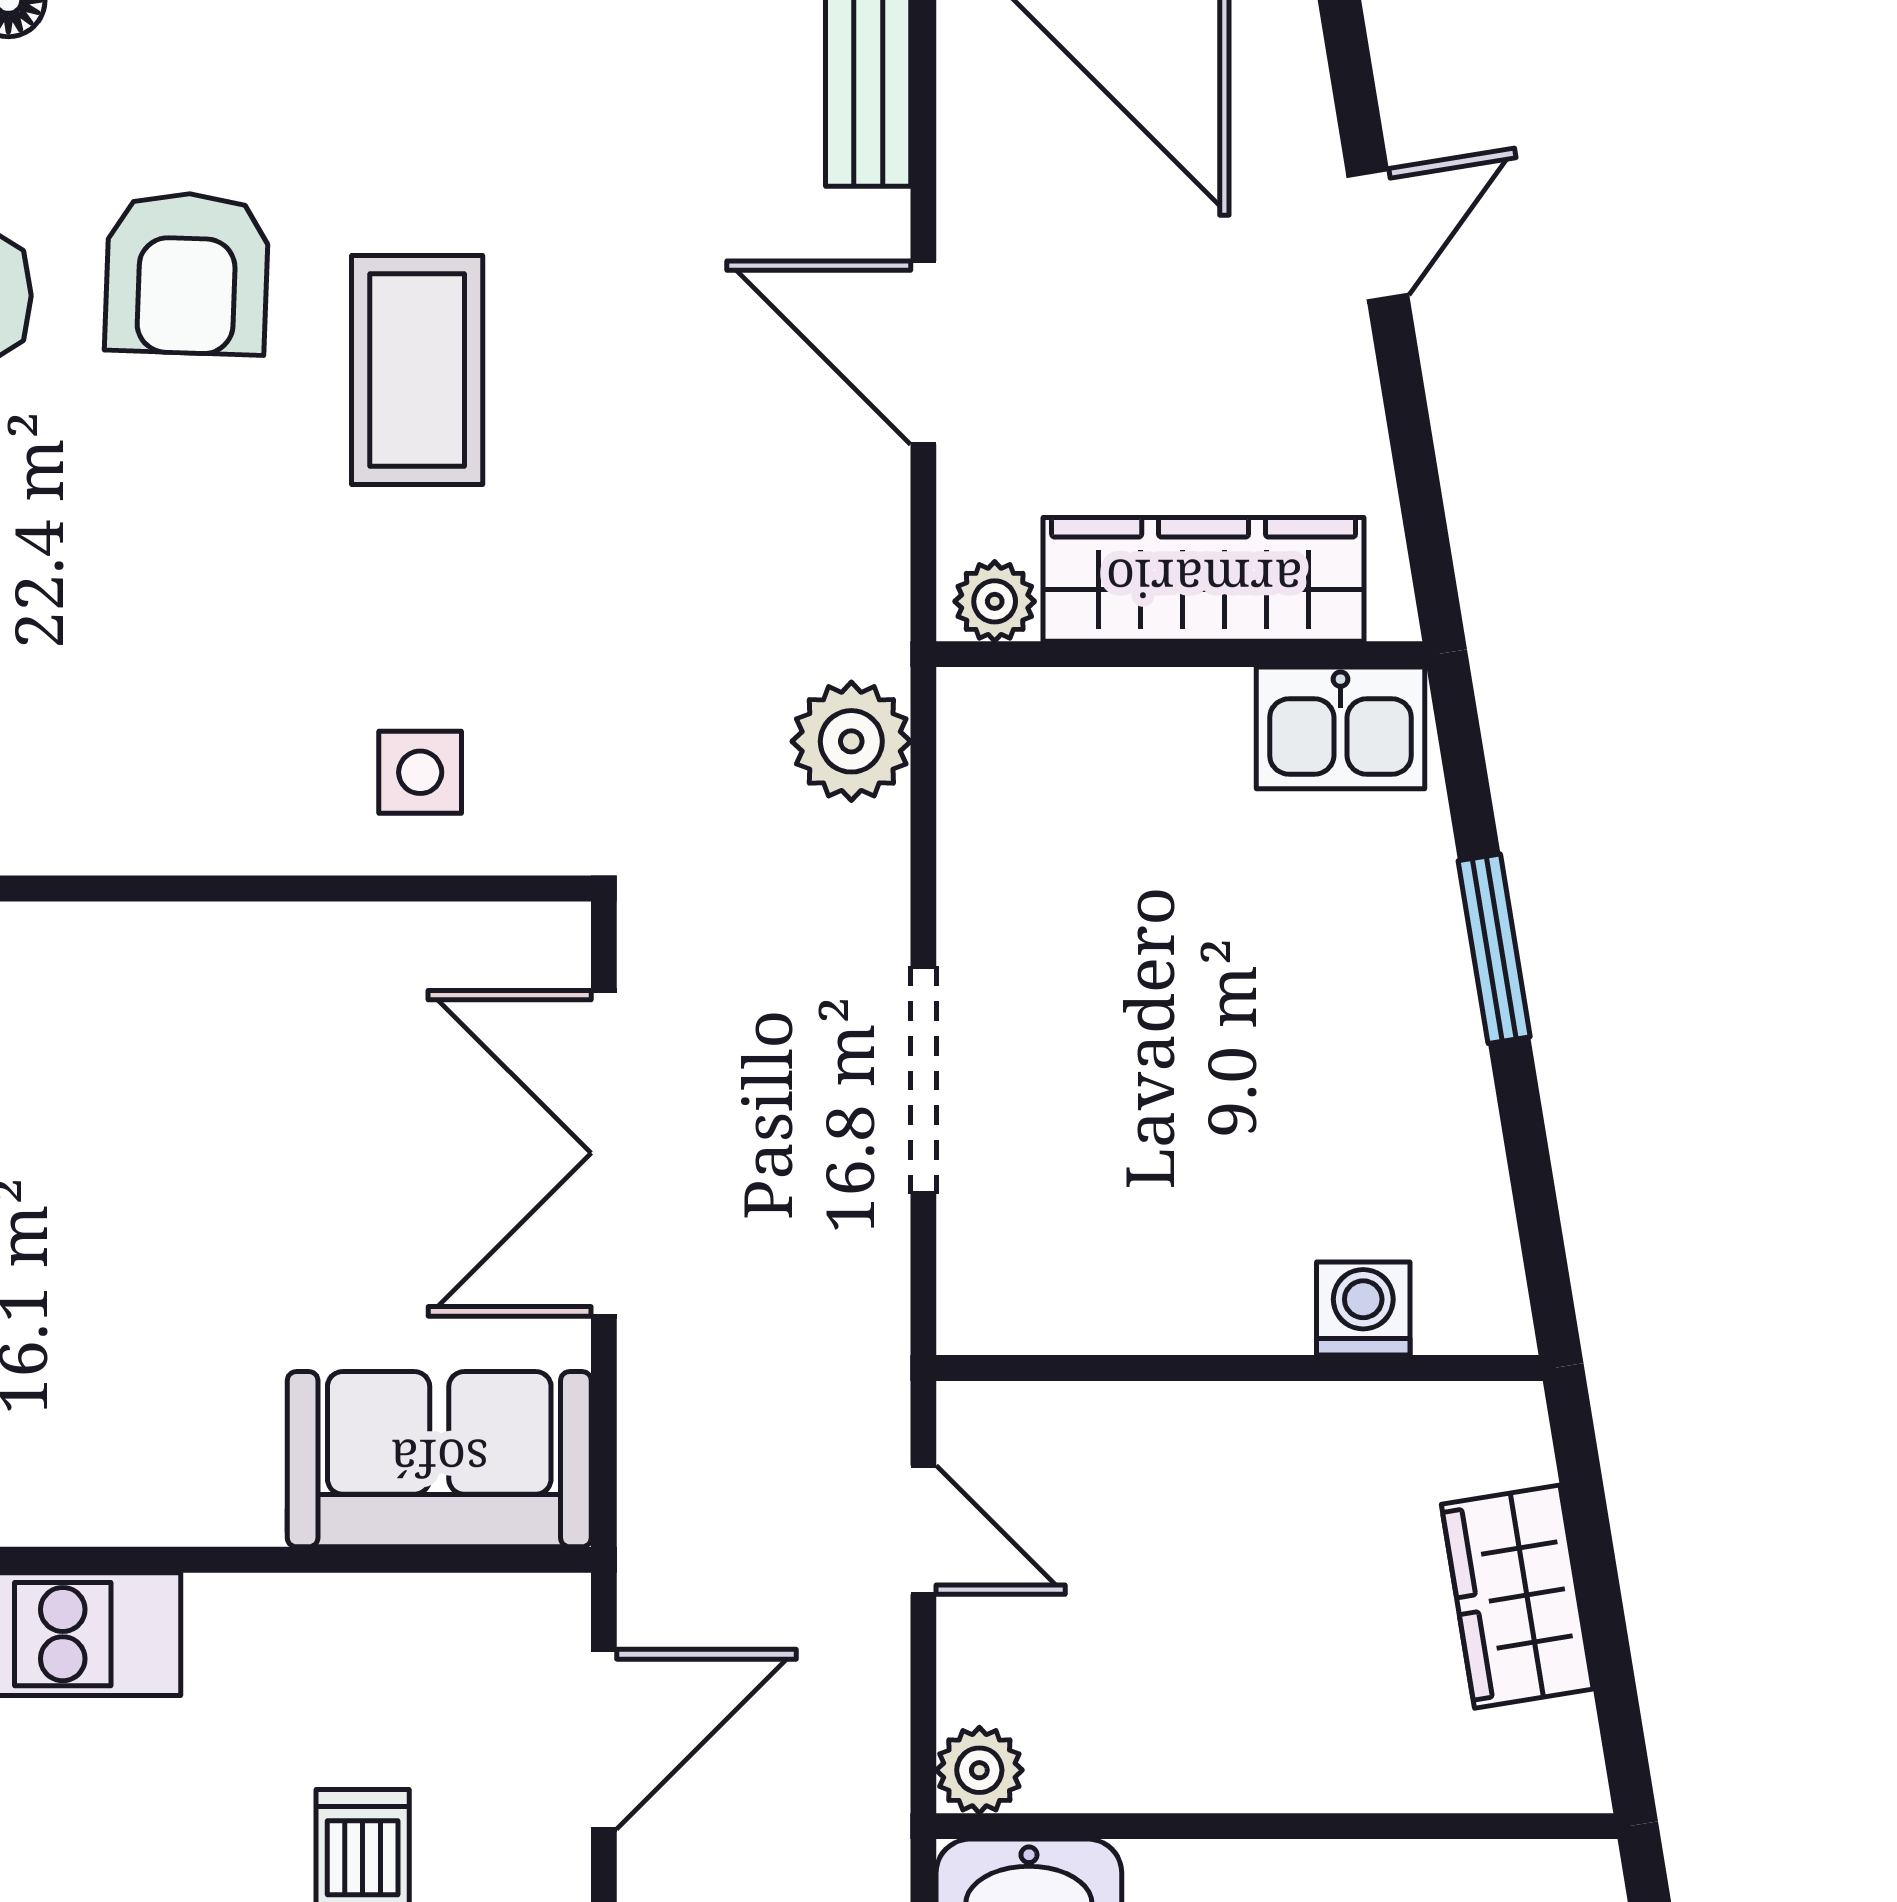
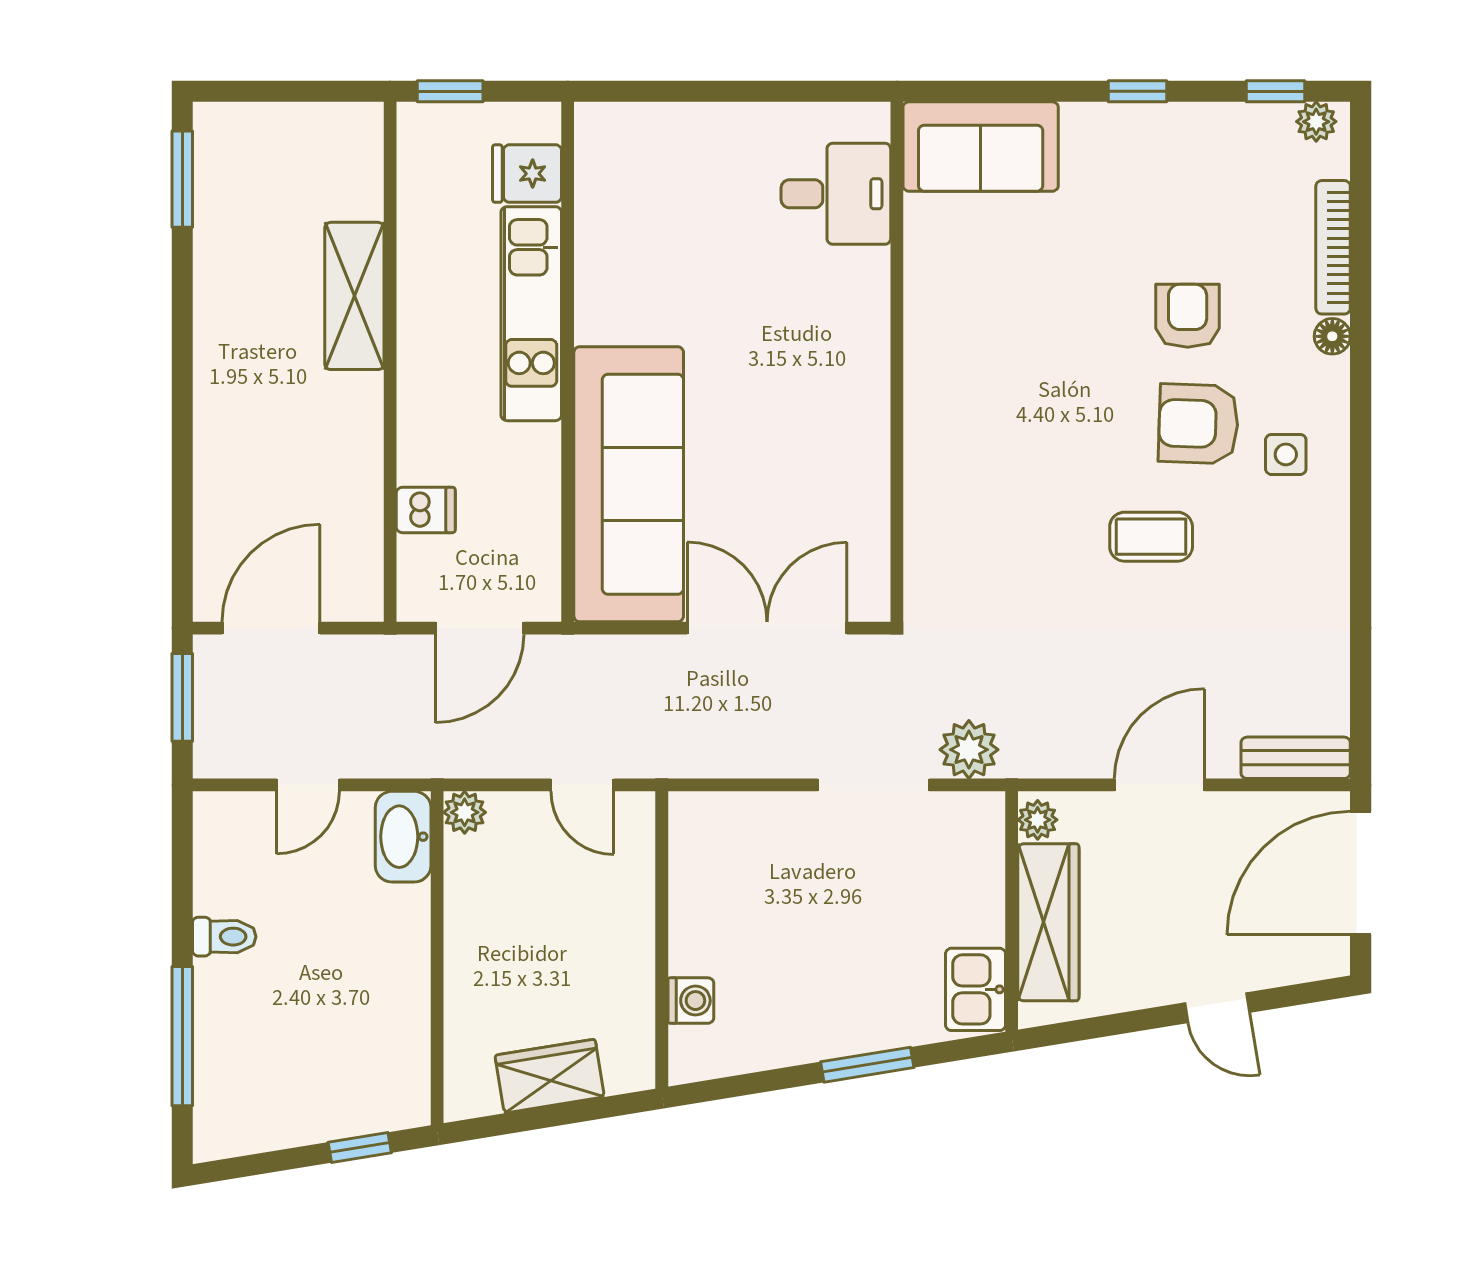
coffee table: (417, 370) -> (1151, 537), width x0.73, depth x0.77
side table: (420, 772) -> (1286, 454), moved
doorway: (923, 1080) -> (873, 785), moved
sofa: (439, 1459) -> (629, 484), width x1.85, depth x1.27
door: (923, 1530) -> (582, 785), hinge flipped
door: (604, 1739) -> (480, 628), hinge flipped

